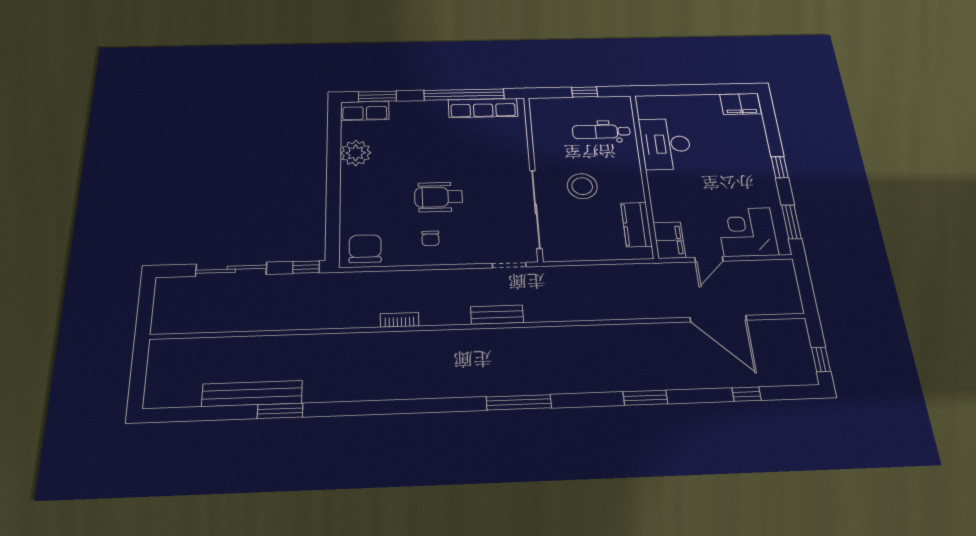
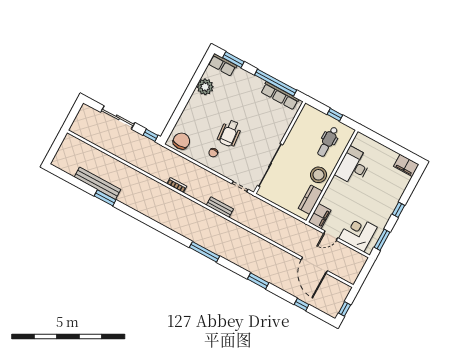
dental chair: (601, 132) -> (328, 142), turned -90
stool: (582, 186) -> (319, 175), moved
wheelchair: (439, 197) -> (230, 133), turned -95

